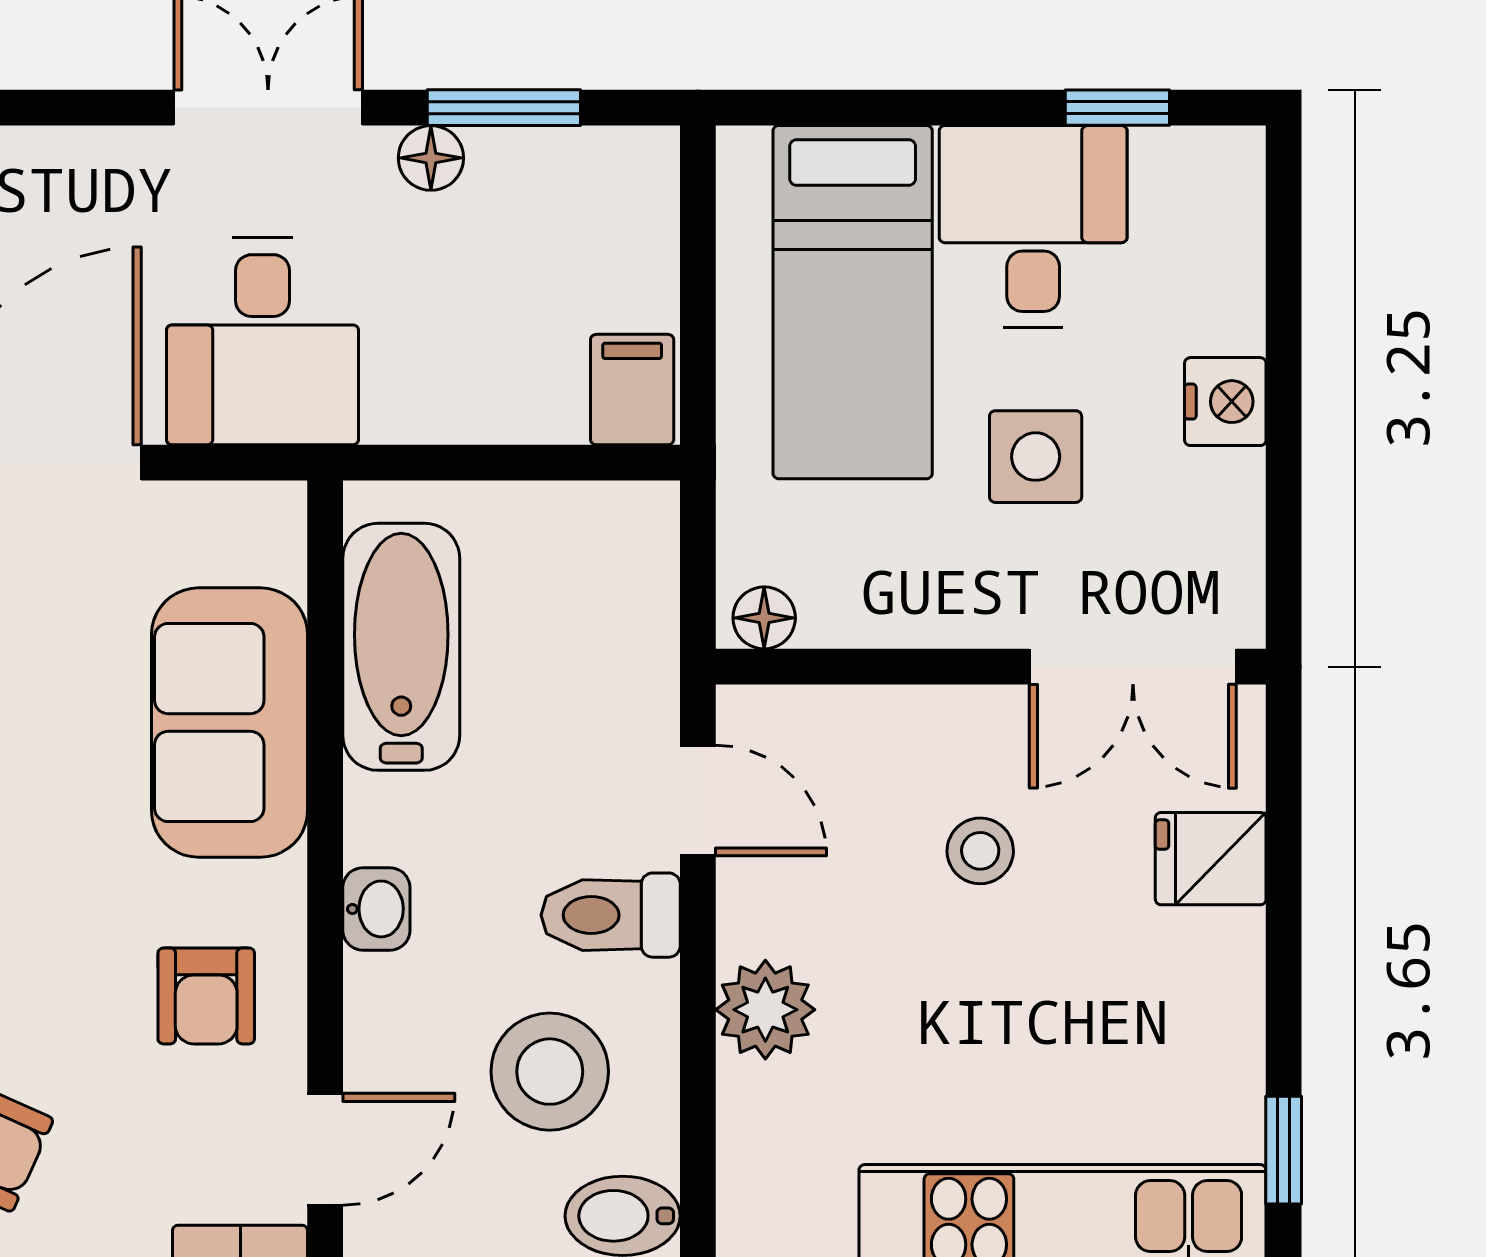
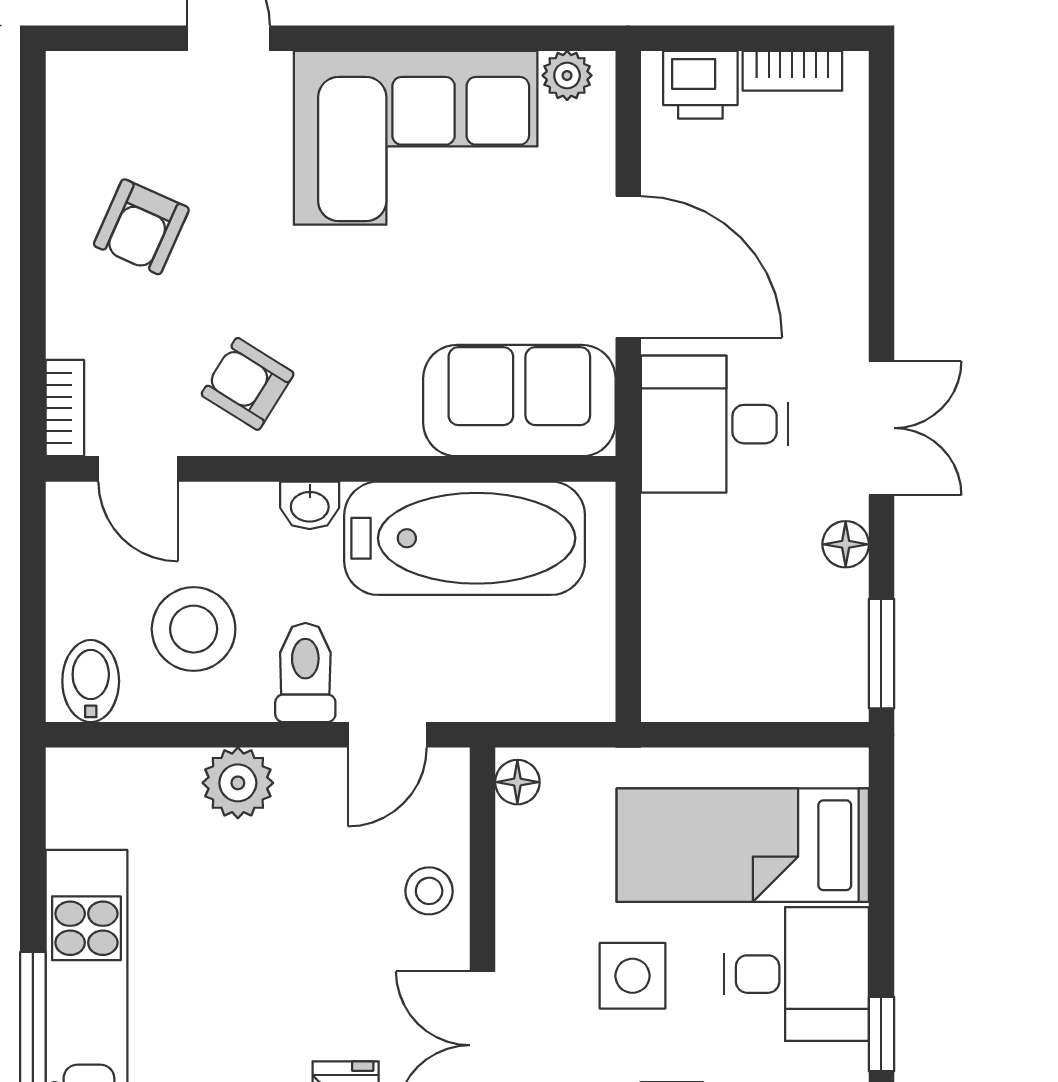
window: (504, 108) -> (881, 654), moved
filing cabinet: (632, 390) -> (680, 688), removed
bathtub: (401, 647) -> (465, 538), width x1.36, depth x1.36
sofa: (230, 723) -> (519, 401), moved
stool: (980, 851) -> (429, 891), moved
armchair: (206, 996) -> (248, 384), turned 32

